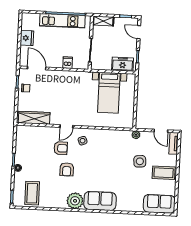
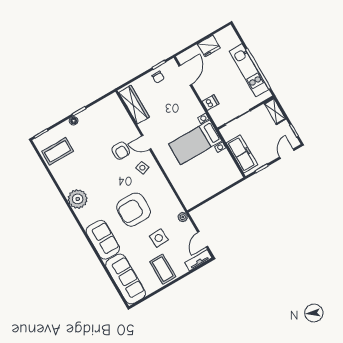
freezer: (123, 64) -> (242, 154), width x1.40
bed with nightstands: (109, 93) -> (195, 142), moved
armchair: (67, 169) -> (134, 210), moved, width x1.88, depth x1.88
sofa: (100, 201) -> (103, 240), moved
sofa: (159, 204) -> (125, 279), width x1.36

